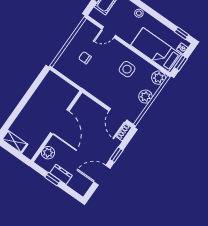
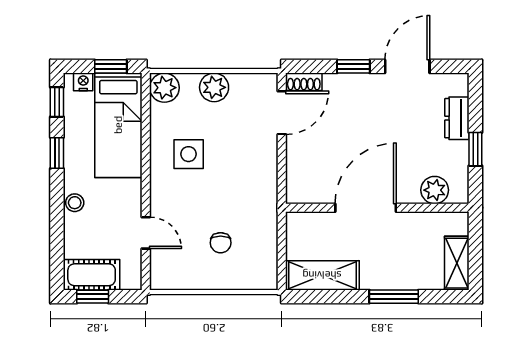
window: (162, 20) -> (57, 153), added
shelving: (46, 88) -> (322, 275), added
window: (19, 109) -> (394, 297), added
dresser: (61, 174) -> (457, 118), moved
door: (102, 175) -> (407, 66), swing flipped

